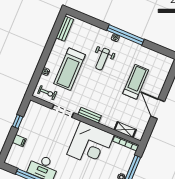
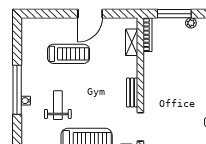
weight bench: (103, 59) -> (58, 105), turned -90
treadmill: (136, 82) -> (69, 54), turned 180
corner desk: (90, 145) -> (167, 77), removed

